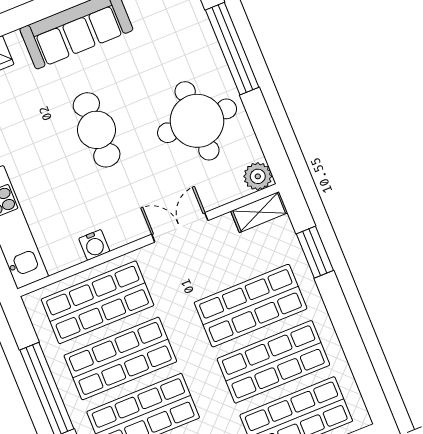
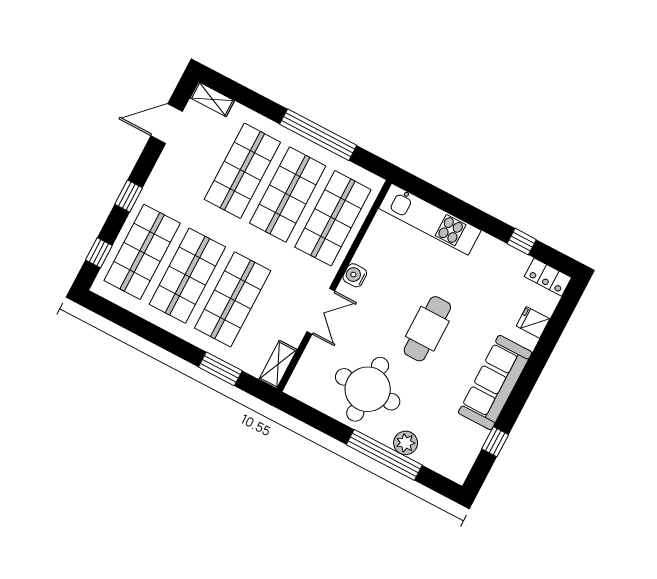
cafe table: (97, 130) -> (427, 329), turned 90
plant: (258, 176) -> (406, 443), moved
water cooler: (94, 245) -> (355, 275), moved

